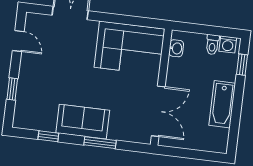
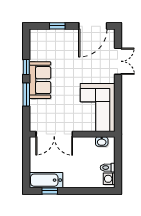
door: (18, 41) -> (93, 26), width x1.87
window: (242, 65) -> (50, 191), moved
bathtub: (222, 104) -> (46, 180), moved
window: (48, 136) -> (26, 67), moved

